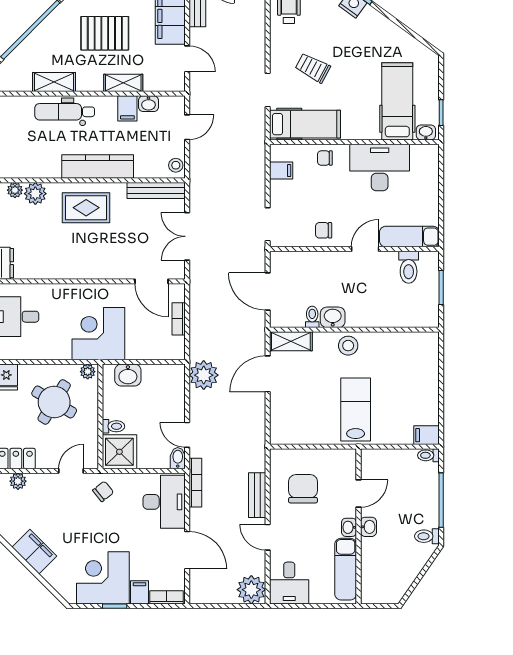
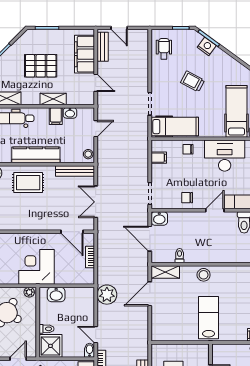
trolley: (313, 68) -> (193, 81), moved
washbasin: (333, 317) -> (159, 218), moved, turned 180

